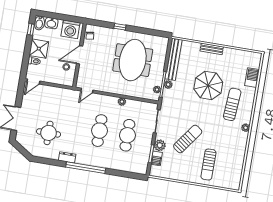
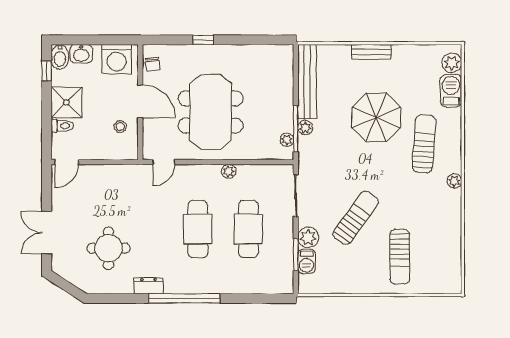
door: (80, 55) -> (140, 101), swing flipped
meeting table: (133, 60) -> (211, 112), moved
plant: (255, 62) -> (452, 63), added

